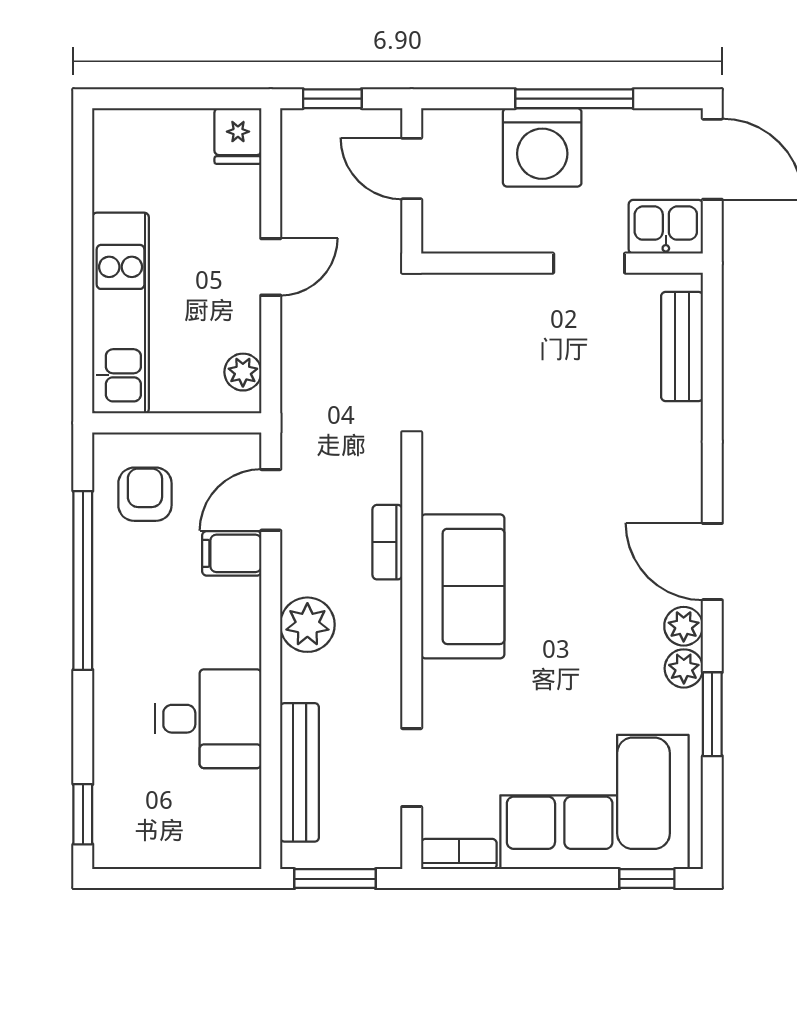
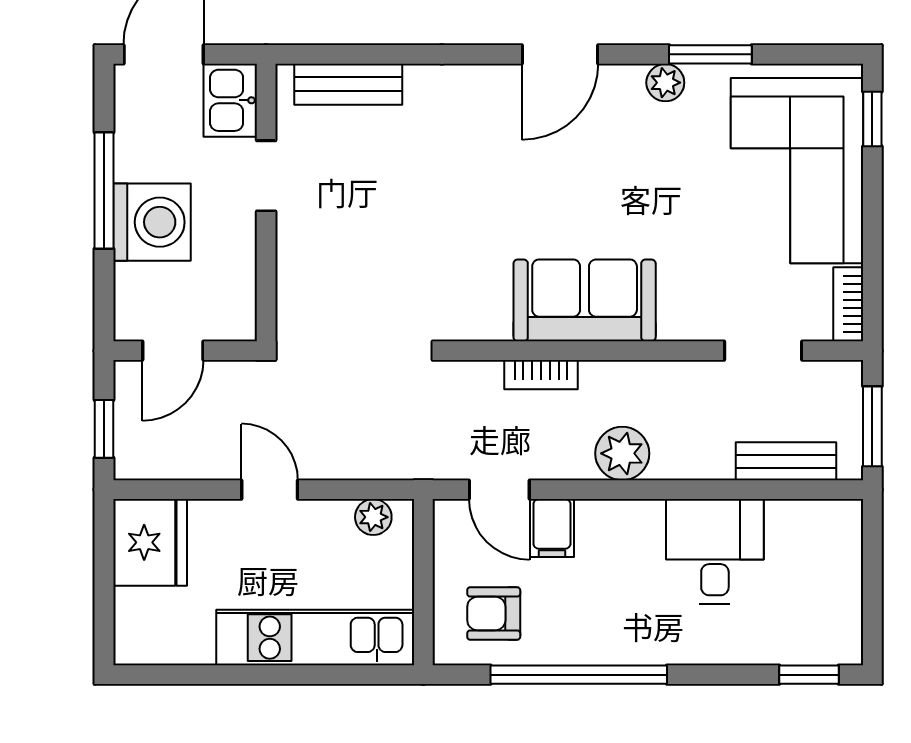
fridge: (238, 136) -> (150, 542), width x1.88, depth x1.34
plant: (684, 626) -> (624, 83), removed
bench: (300, 772) -> (786, 461), width x0.73

